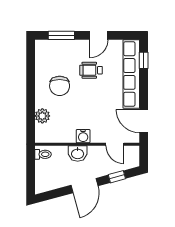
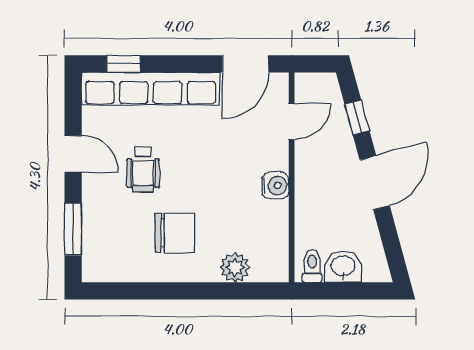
washbasin: (78, 153) -> (343, 267), moved, turned -90
door: (85, 186) -> (375, 183), hinge flipped

